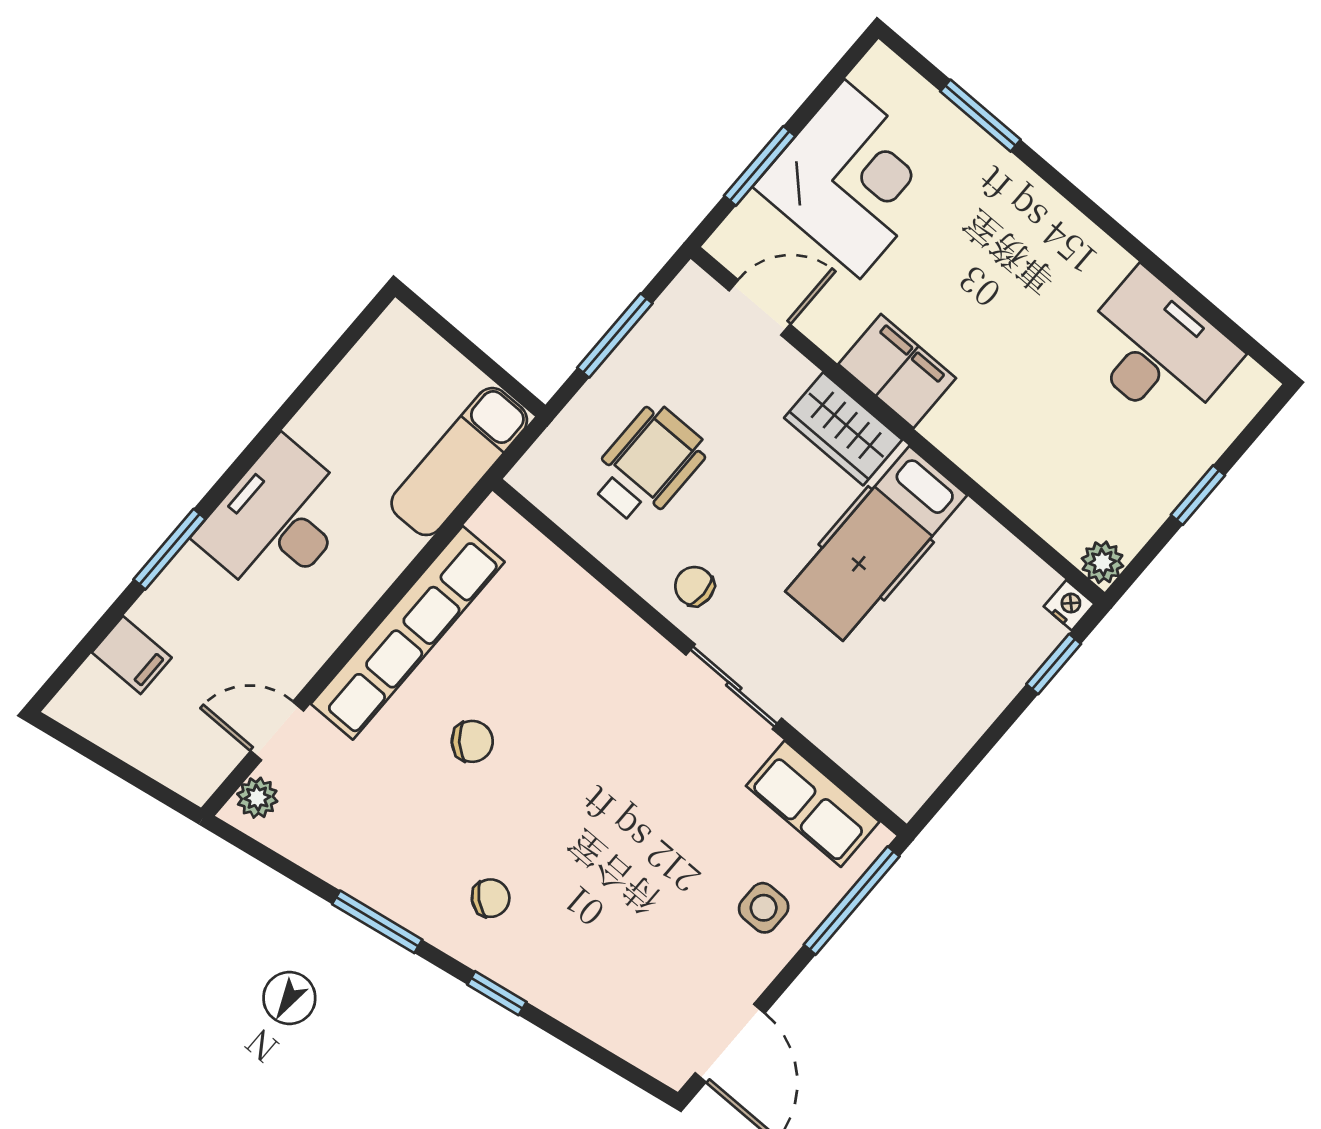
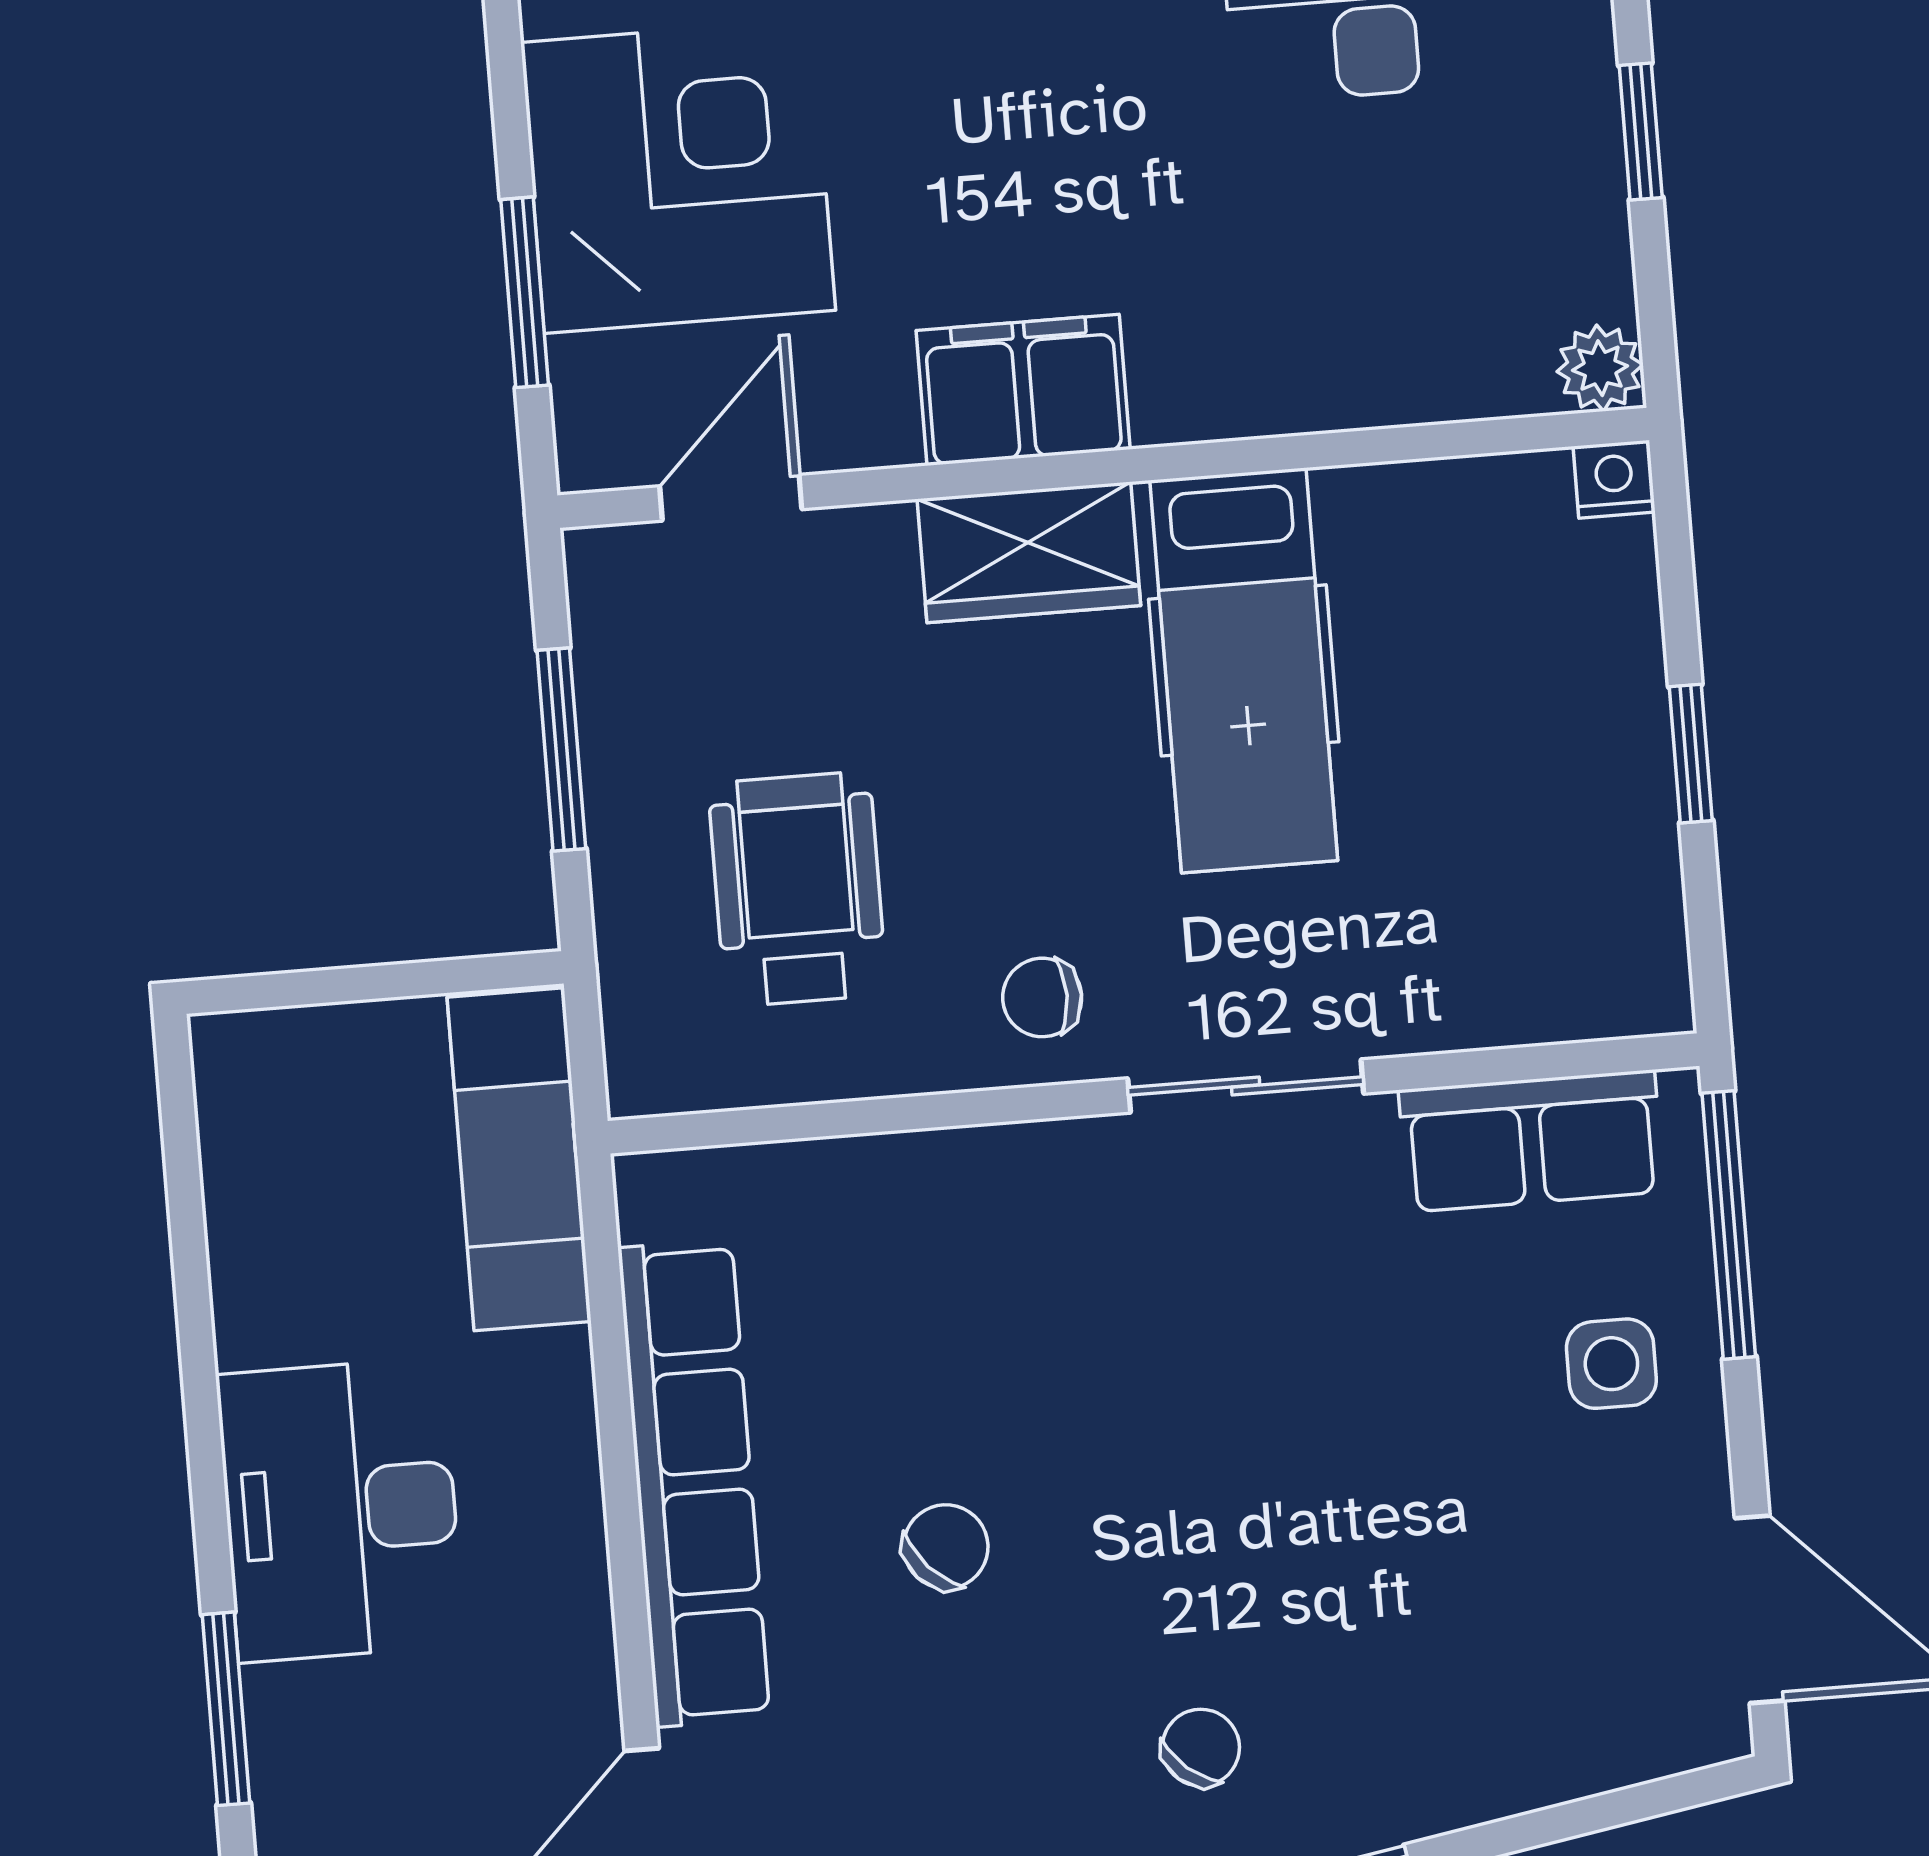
window: (1054, 664) -> (1691, 754), moved

